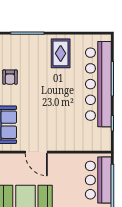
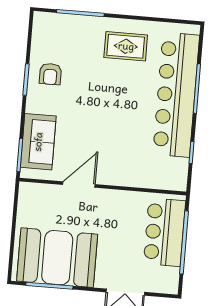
rug: (61, 53) -> (126, 46), turned 90
door: (36, 152) -> (79, 185), swing flipped

